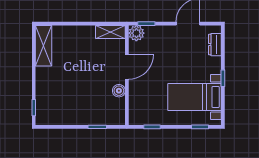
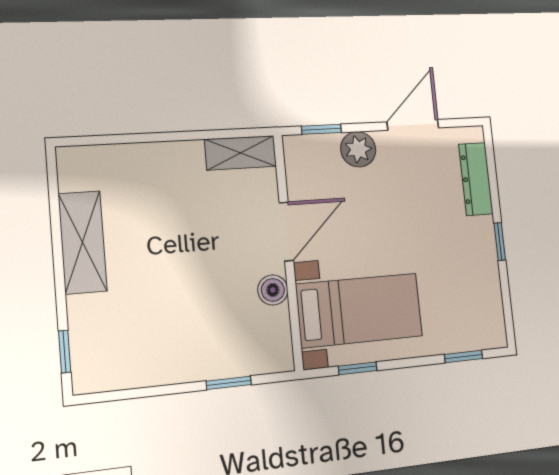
plant: (136, 33) -> (358, 149), moved
dresser: (215, 45) -> (476, 179), width x1.44
shelving: (44, 46) -> (83, 242), moved
bed with nightstands: (194, 97) -> (359, 310), moved, turned 180

